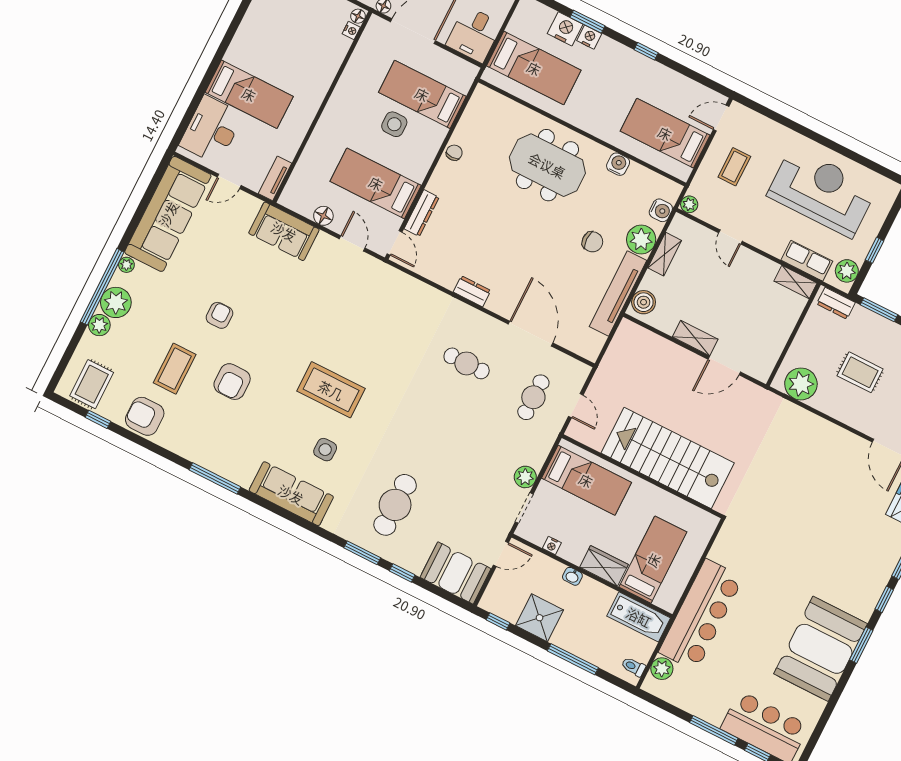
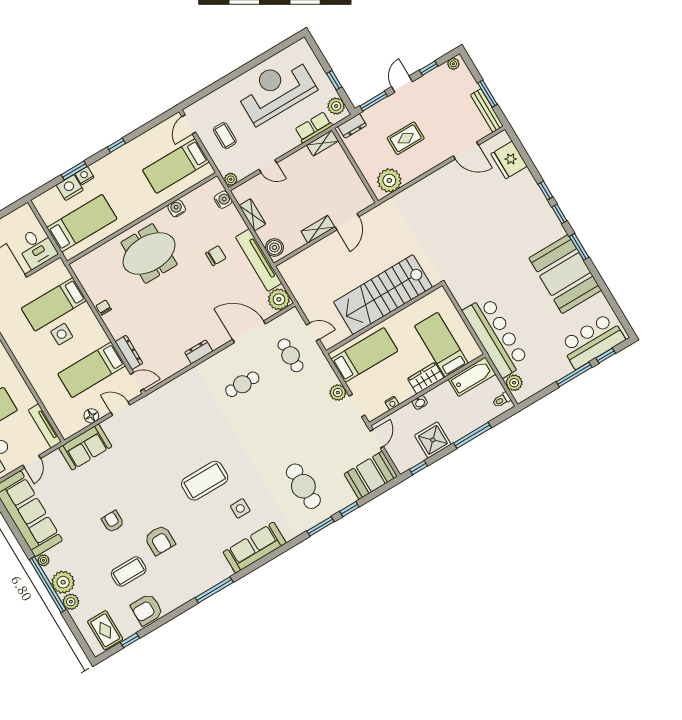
tv unit: (275, 178) -> (45, 426), width x1.41
plant: (641, 240) -> (279, 299), moved
coffee table: (175, 369) -> (129, 571), turned 90

